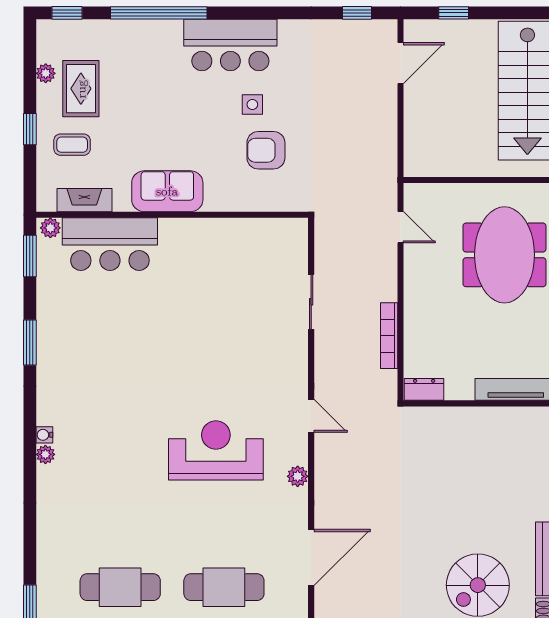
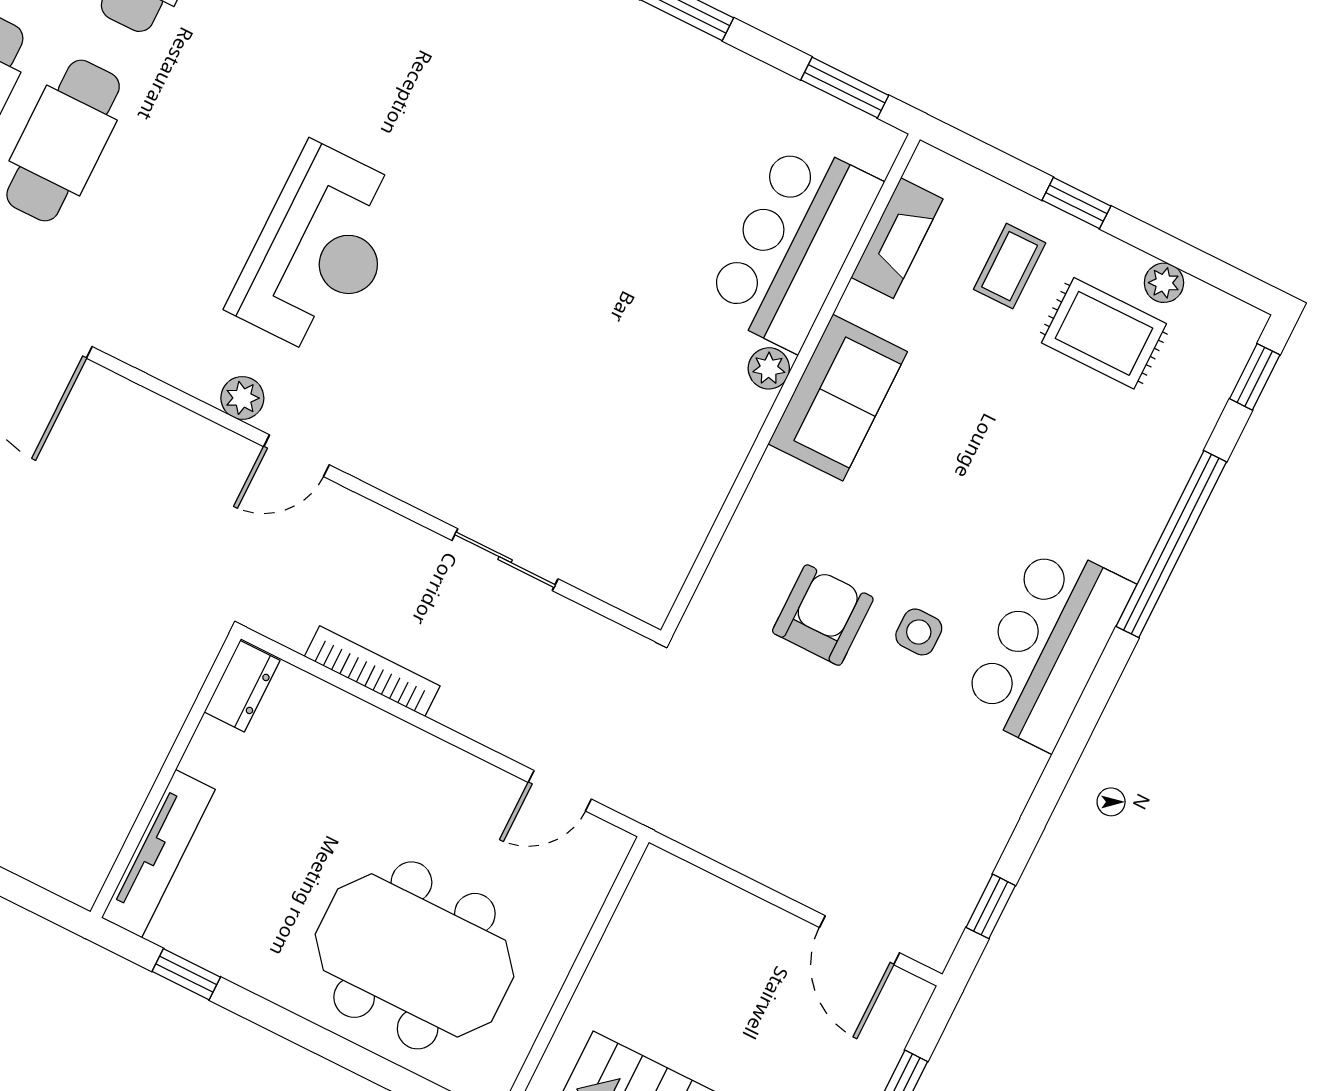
plant: (50, 228) -> (769, 368), moved
plant: (298, 476) -> (242, 398), moved

